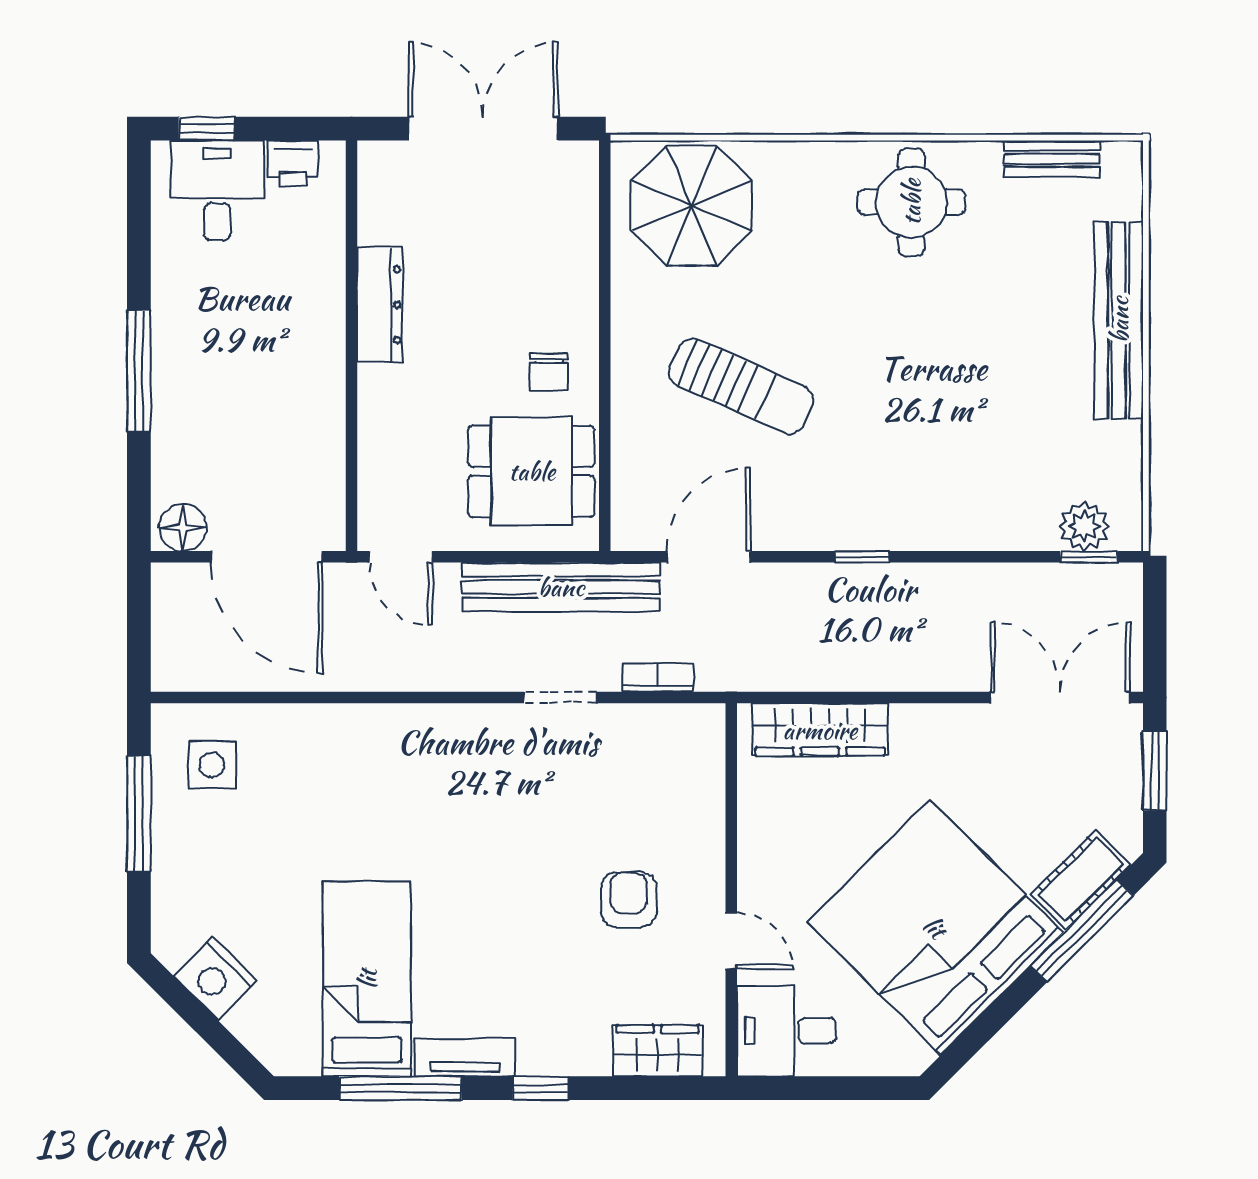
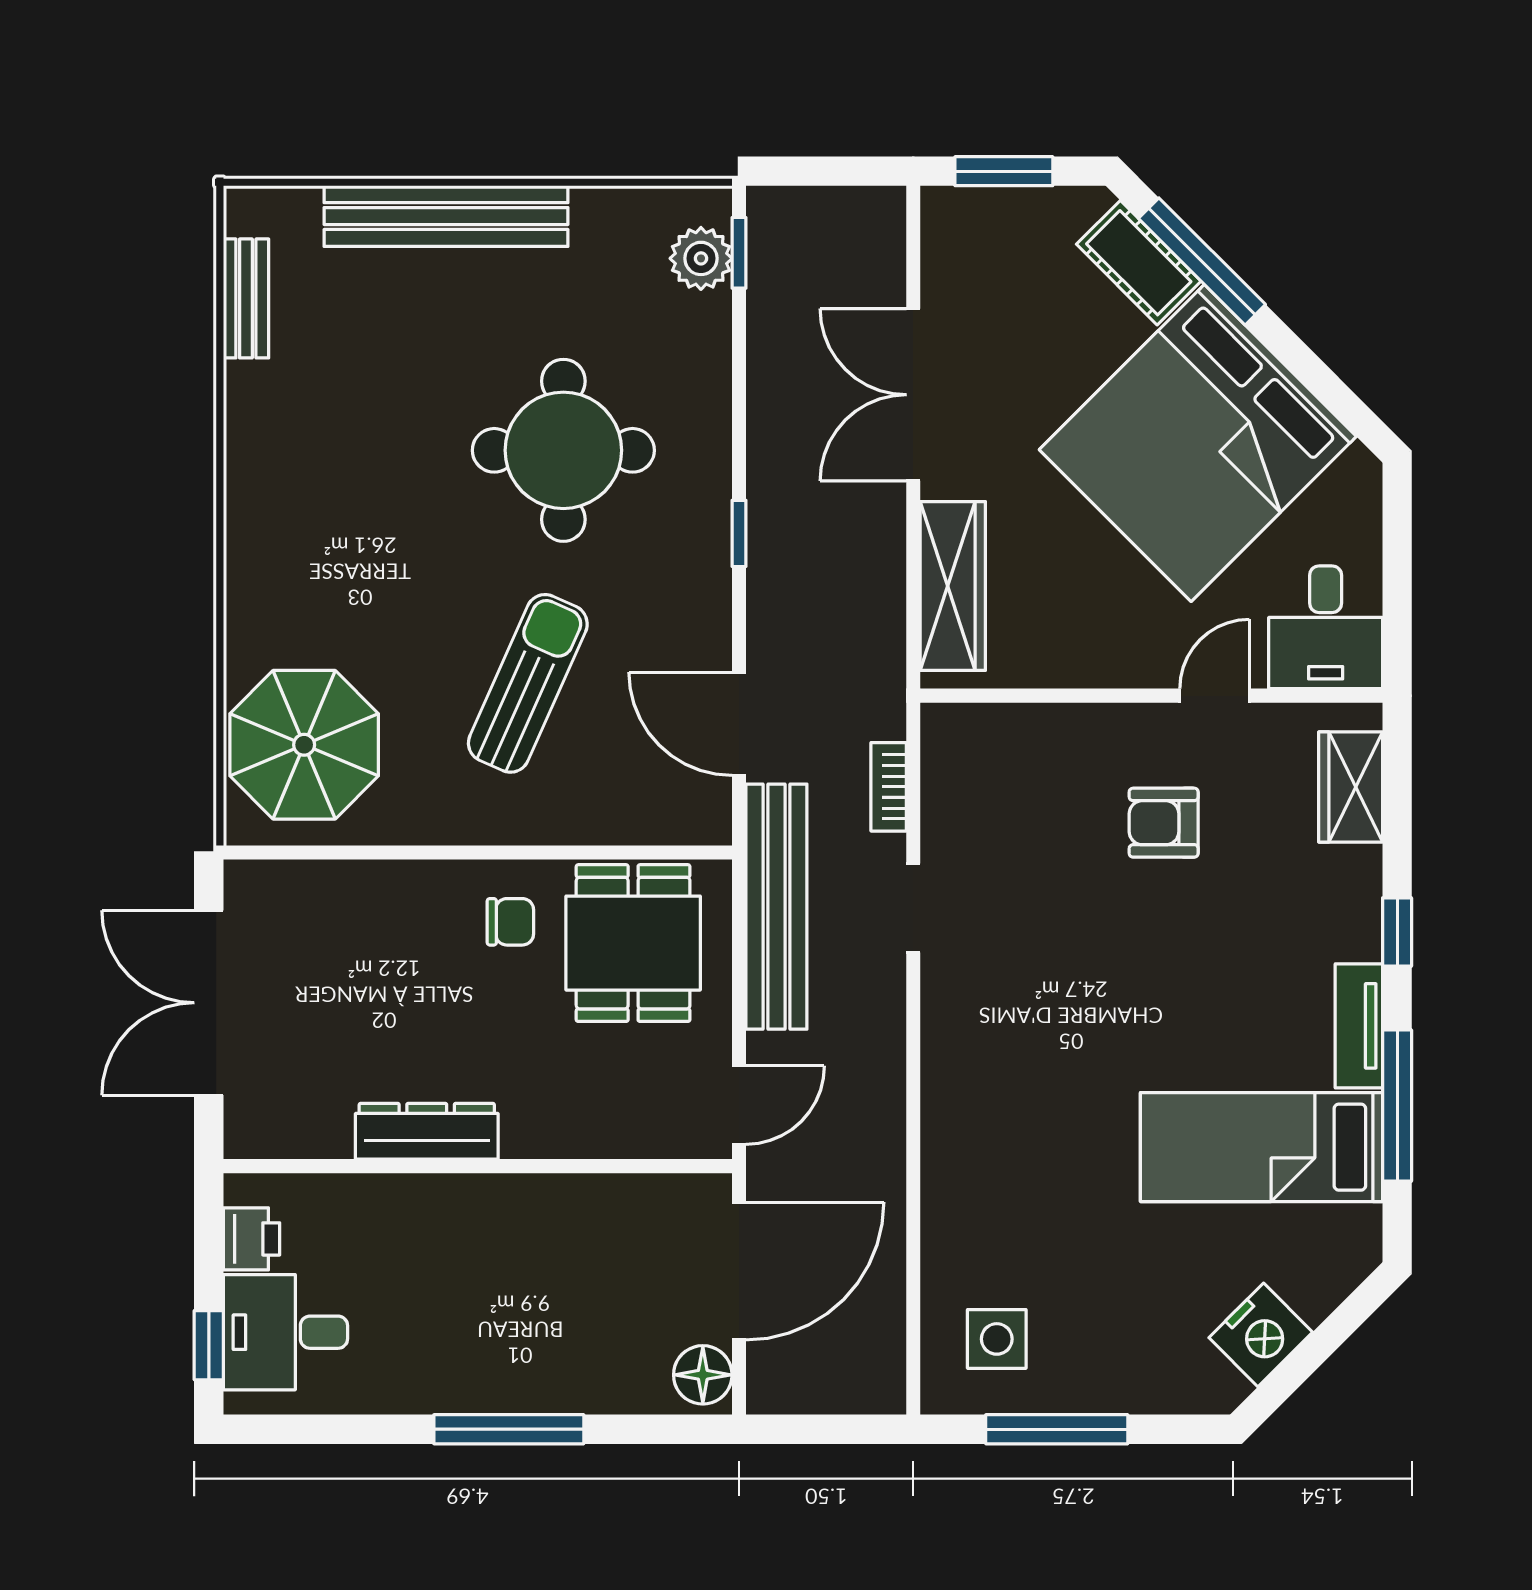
round table: (911, 202) -> (563, 450), moved, width x1.36, depth x1.36
double door: (1060, 698) -> (913, 395), moved

